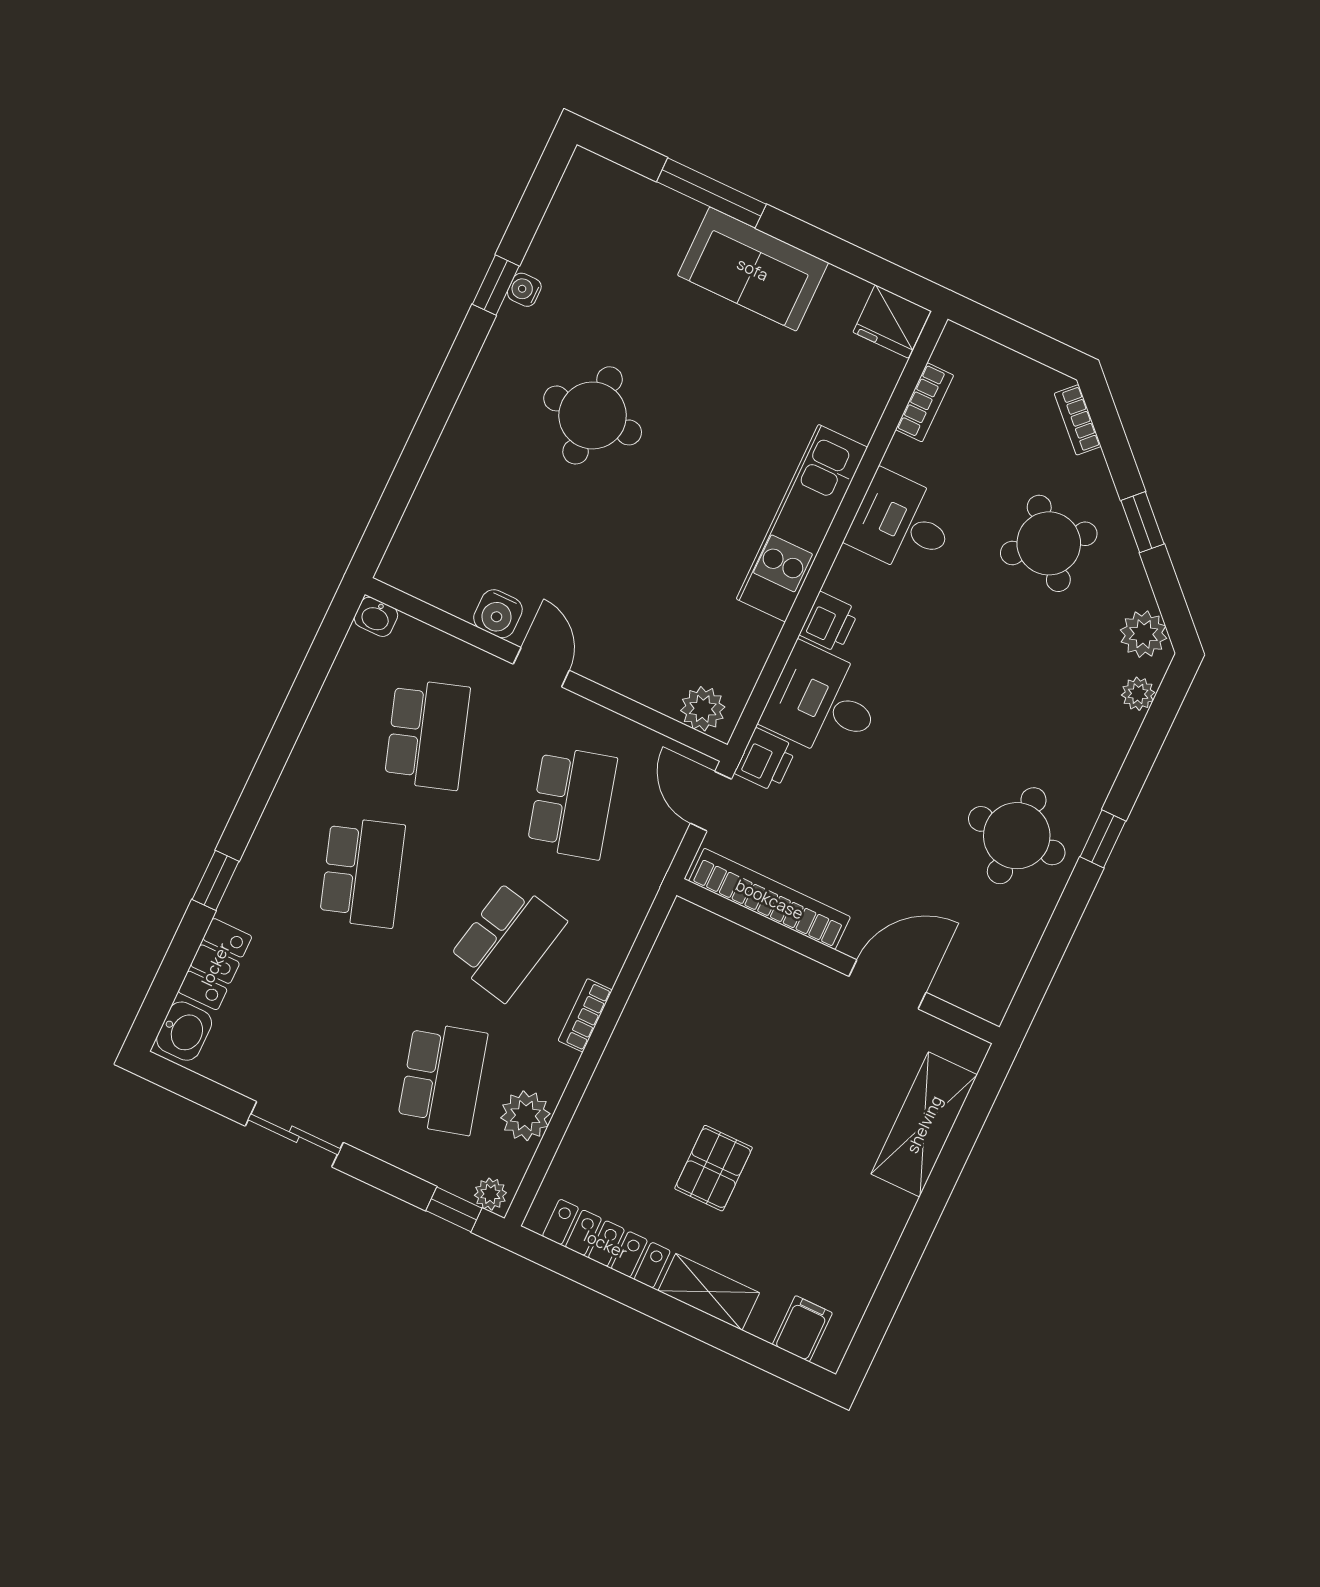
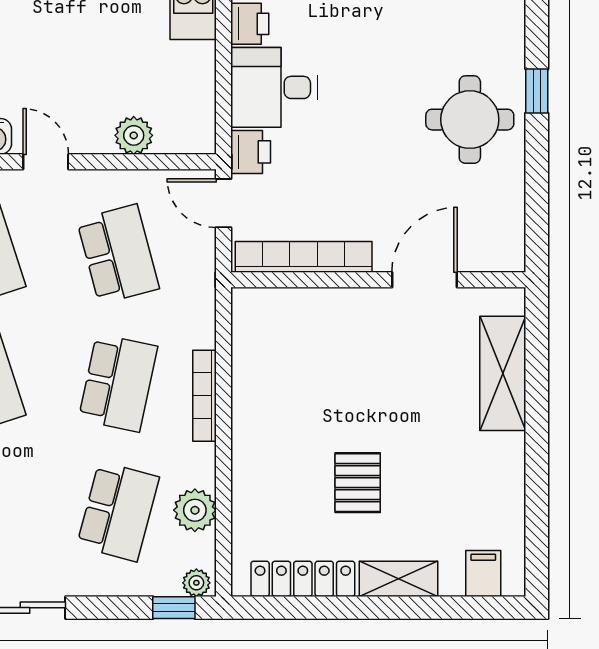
plant: (703, 709) -> (134, 135), moved
bookcase: (585, 1015) -> (205, 396), width x1.56
school desk: (442, 1078) -> (118, 511), turned 30

